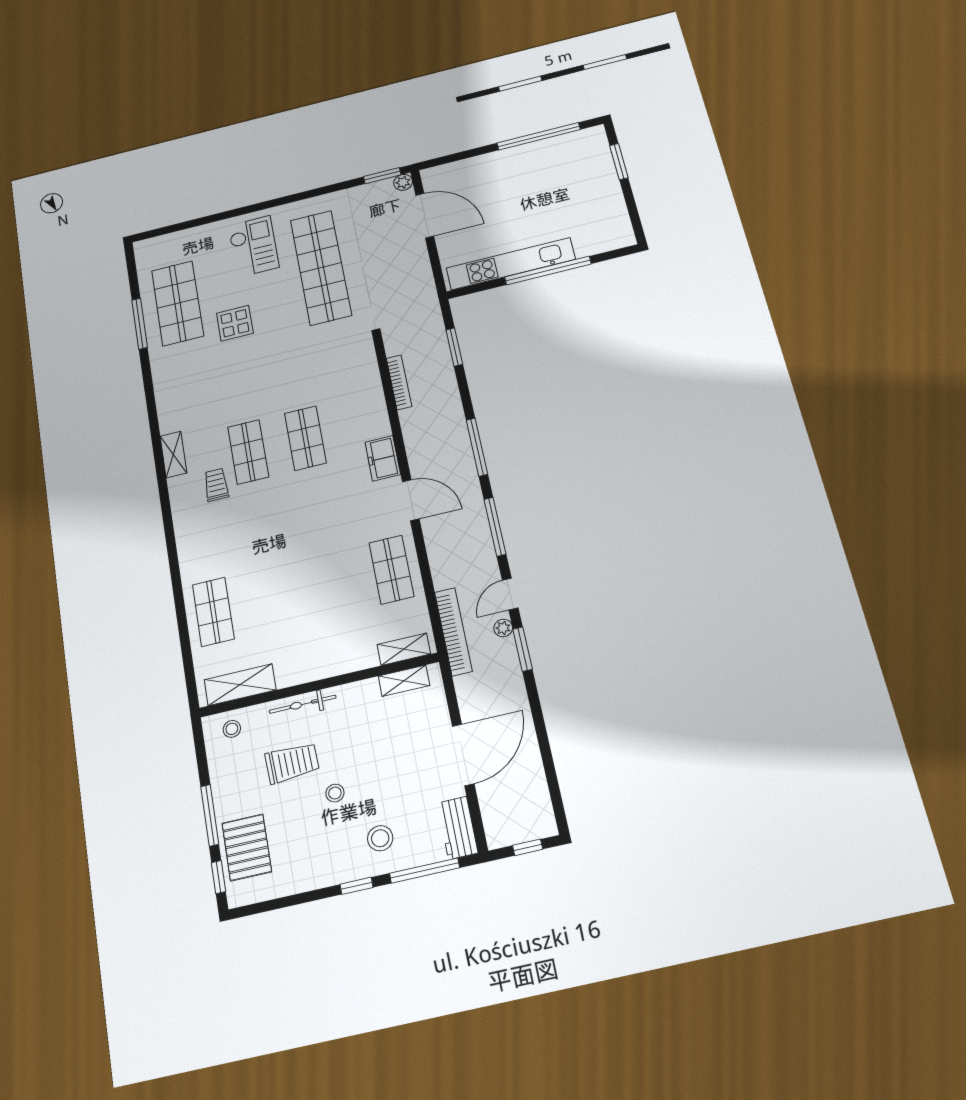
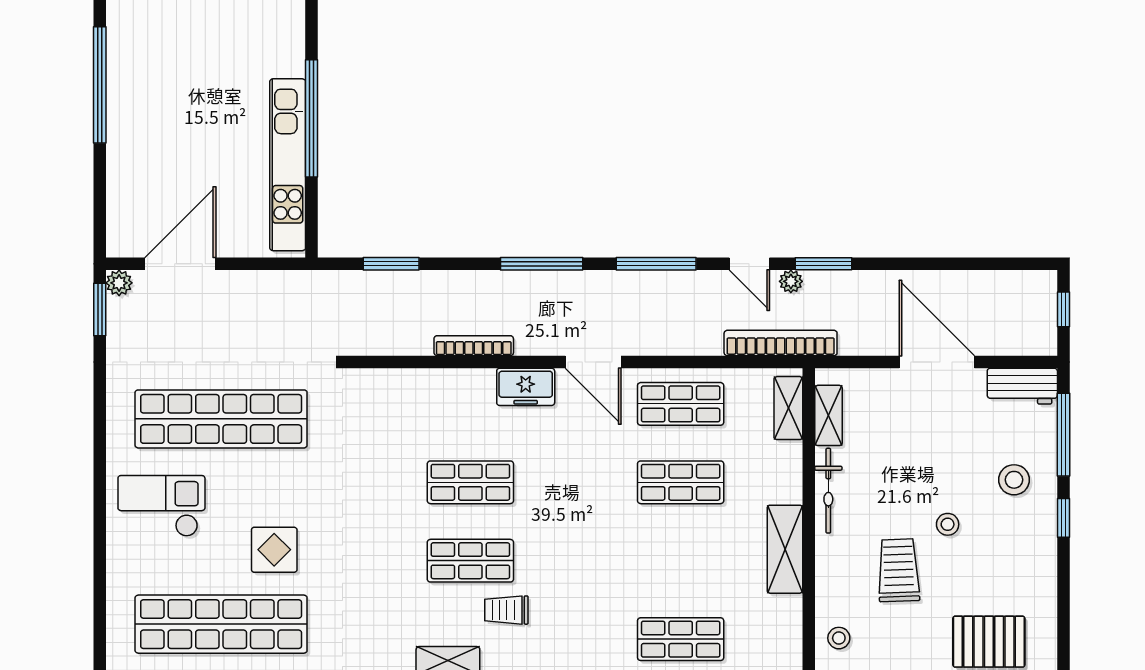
shop shelf: (178, 303) -> (221, 624), width x1.40
bookcase: (399, 382) -> (474, 346), moved
door: (411, 500) -> (593, 362), swing flipped
shop shelf: (332, 584) -> (681, 482), added
shelving: (240, 685) -> (785, 549), moved
bicycle: (303, 704) -> (828, 491), moved

